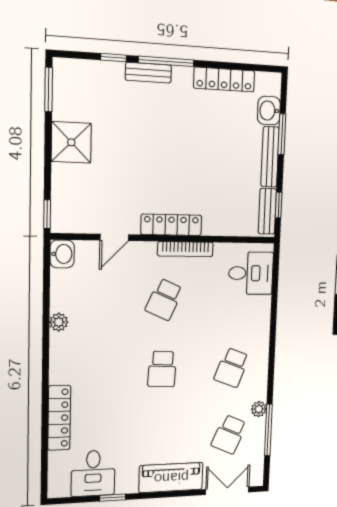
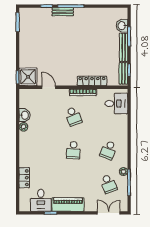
locker: (224, 79) -> (99, 13), removed
shower: (71, 142) -> (28, 77), moved
locker: (171, 225) -> (92, 81), moved
door: (114, 237) -> (49, 87), swing flipped
washbasin: (62, 254) -> (25, 115), moved
school desk: (164, 299) -> (73, 116), turned -45
locker: (59, 418) -> (24, 178), width x0.66
school desk: (229, 434) -> (108, 184), turned -45
piano: (171, 478) -> (68, 205), moved

